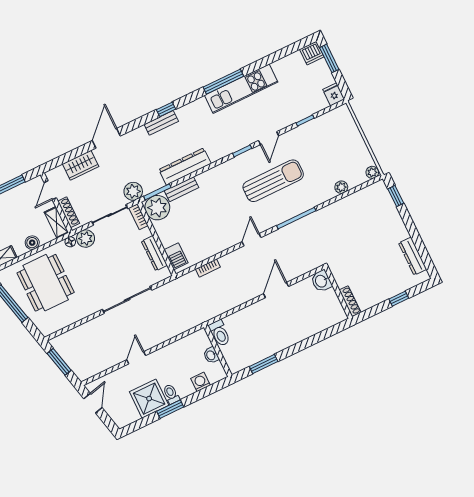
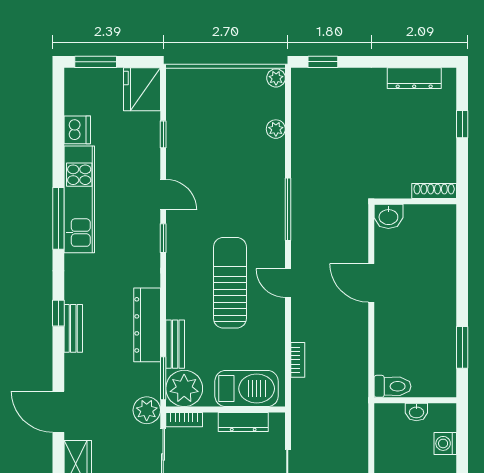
dishwasher: (312, 53) -> (77, 130), moved
fridge: (334, 94) -> (142, 89), width x1.88, depth x1.34
sun lounger: (273, 181) -> (230, 283), moved
barbecue: (176, 256) -> (247, 389), width x1.88, depth x1.53

